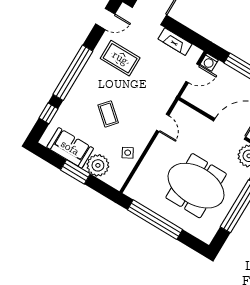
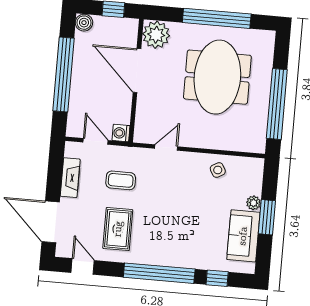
washing machine: (209, 62) -> (121, 133), moved, turned 180
coffee table: (108, 114) -> (121, 180), moved, turned 49
plant: (98, 165) -> (254, 203), width x0.53, depth x0.53

